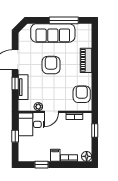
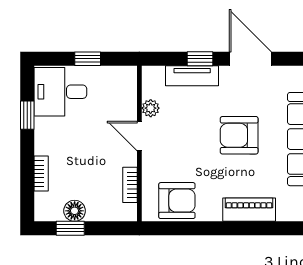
armchair: (51, 65) -> (239, 135), turned 180
desk: (31, 124) -> (60, 92), moved, turned -90
window: (95, 131) -> (70, 228), moved
filing cabinet: (55, 155) -> (47, 144), removed
floor lamp: (87, 156) -> (75, 211), moved

